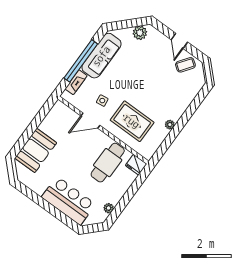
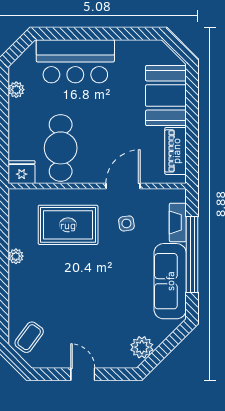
coffee table: (185, 65) -> (29, 337), moved
piano: (51, 119) -> (176, 151), added

